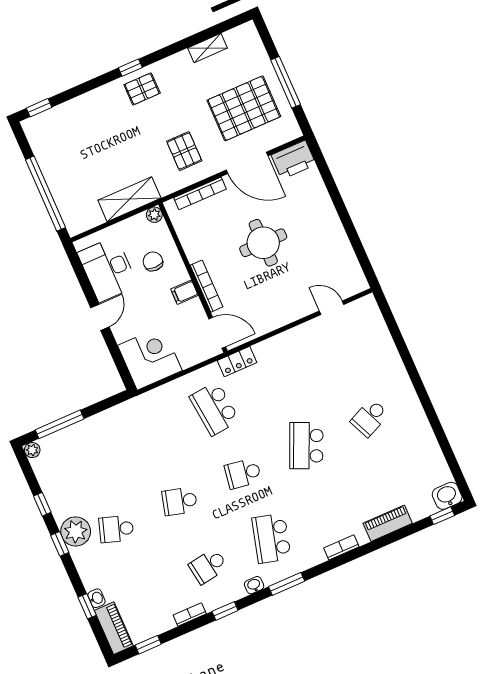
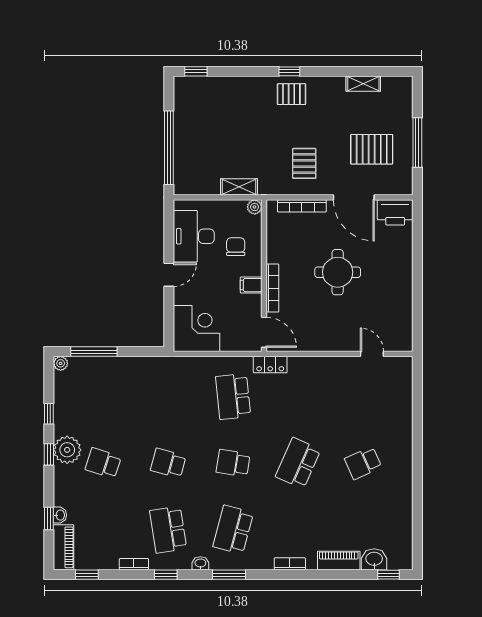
pallet: (244, 108) -> (372, 149), width x0.73, depth x0.71
shelving: (129, 199) -> (239, 187), width x0.67, depth x0.75
washbasin: (447, 496) -> (374, 559), moved
school desk: (208, 566) -> (168, 530), width x1.85

